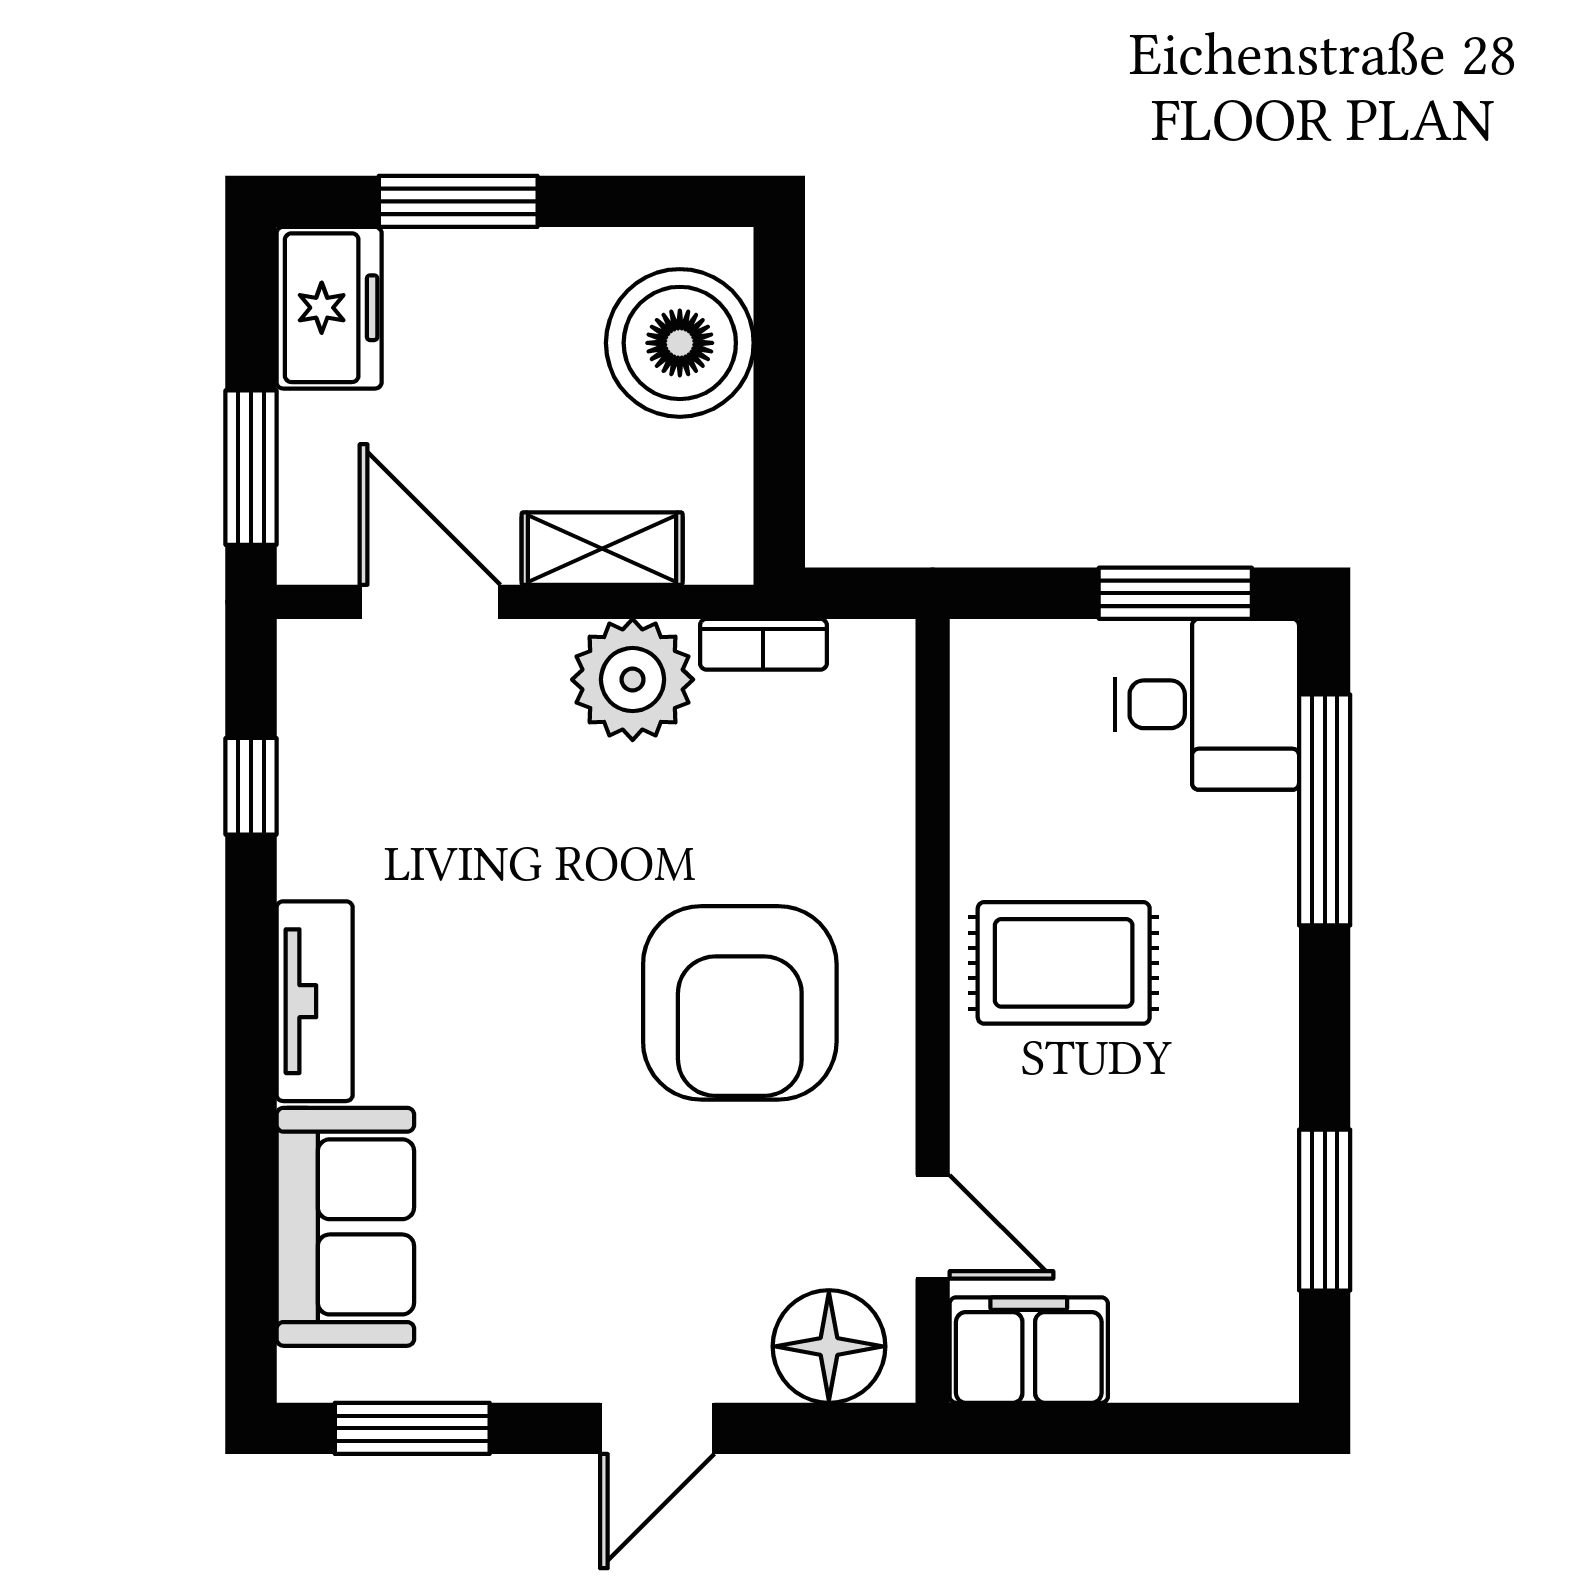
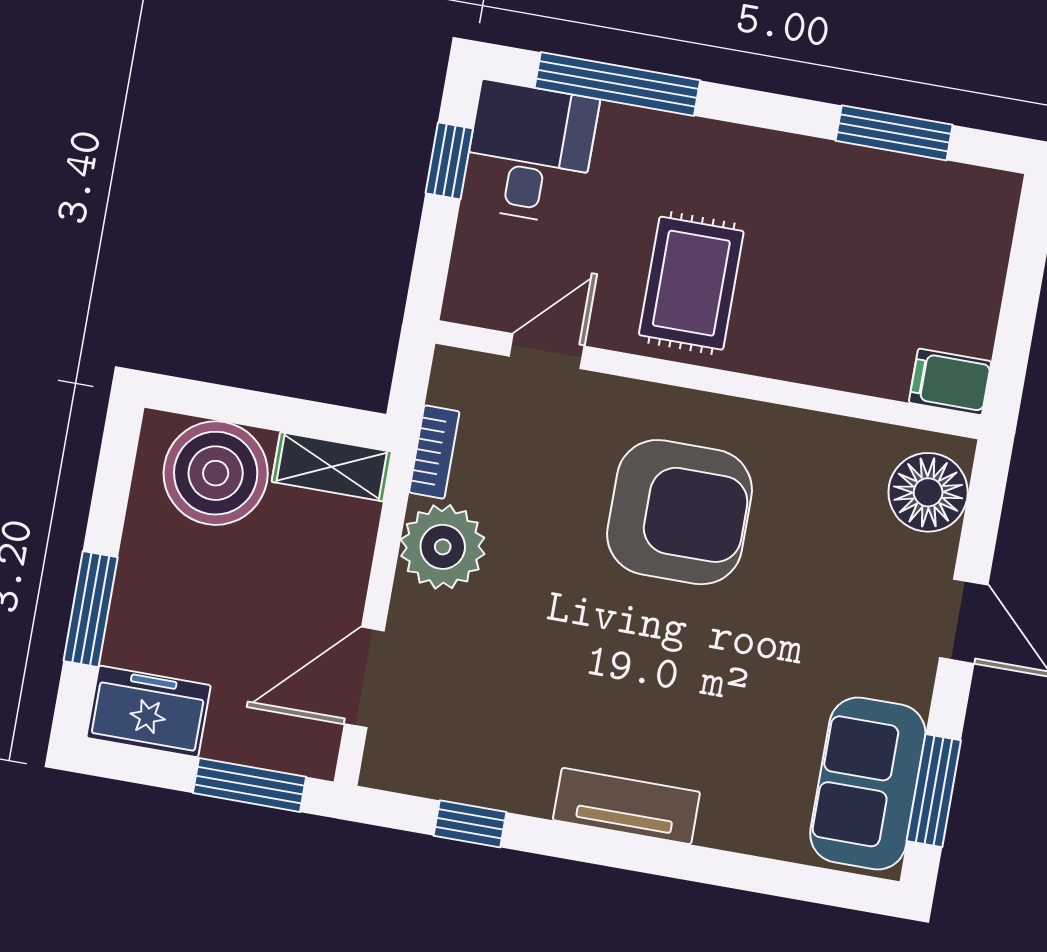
shelving: (602, 549) -> (332, 467), moved, turned 90
window: (1175, 593) -> (449, 161), width x0.67
sofa: (345, 1227) -> (868, 783), moved, turned -90
door: (933, 1227) -> (547, 351), moved
filing cabinet: (1029, 1350) -> (950, 382), width x0.50

